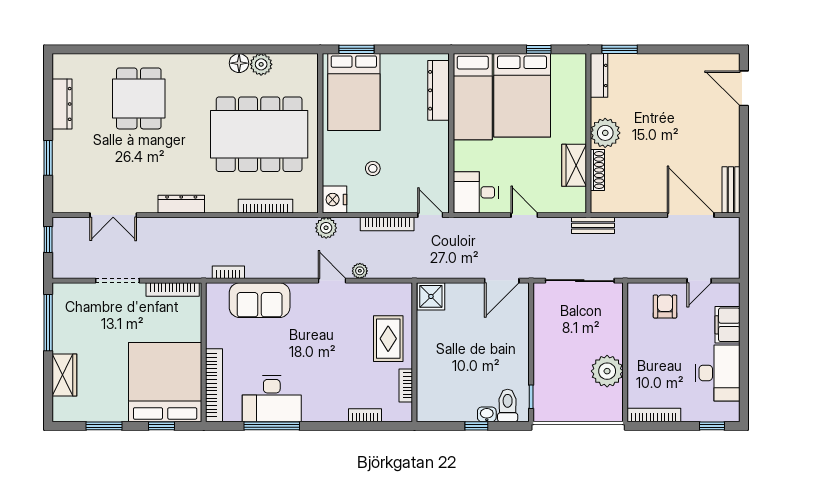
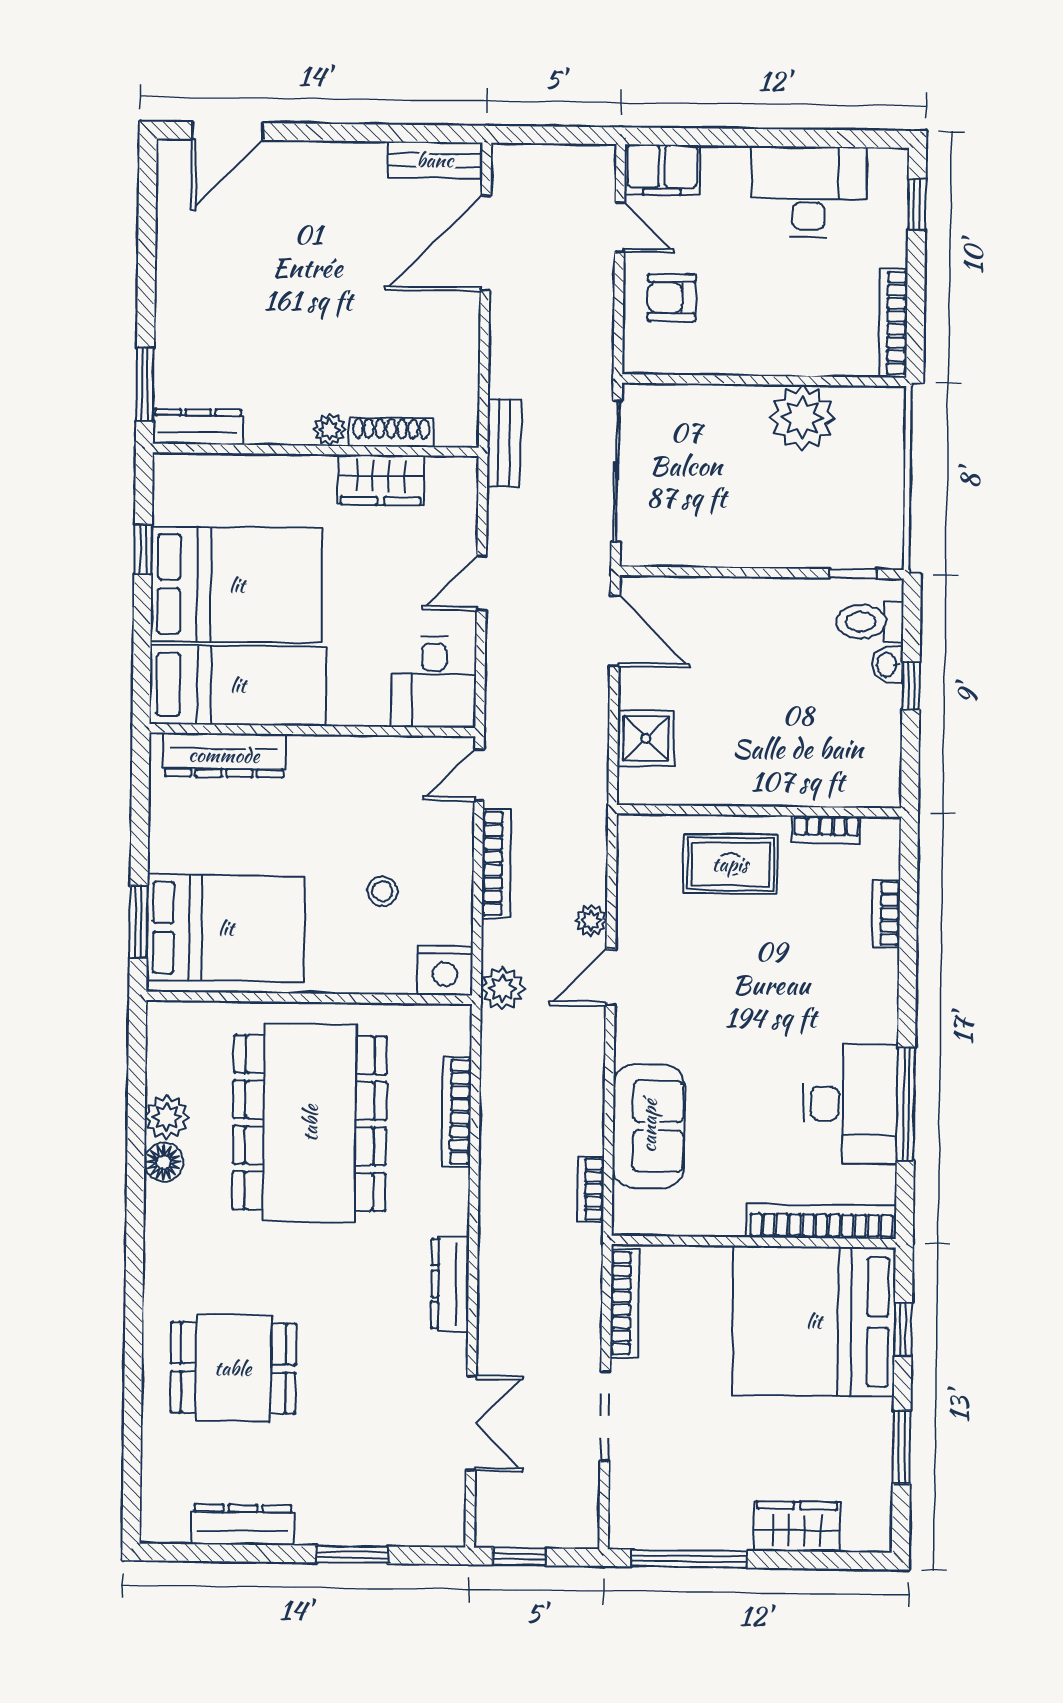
plant: (605, 133) -> (329, 430), width x0.53, depth x0.53
shower: (431, 296) -> (646, 738), moved
filing cabinet: (728, 325) -> (662, 170), moved

